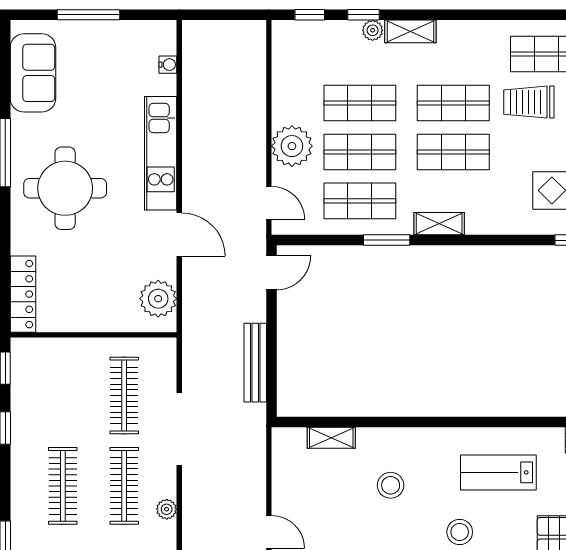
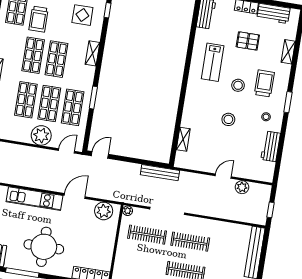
shelving: (439, 224) -> (92, 53), moved
door: (271, 273) -> (100, 155), hinge flipped
bench: (255, 363) -> (160, 173), moved
stool: (391, 485) -> (228, 119), moved
plant: (167, 509) -> (128, 211), moved

